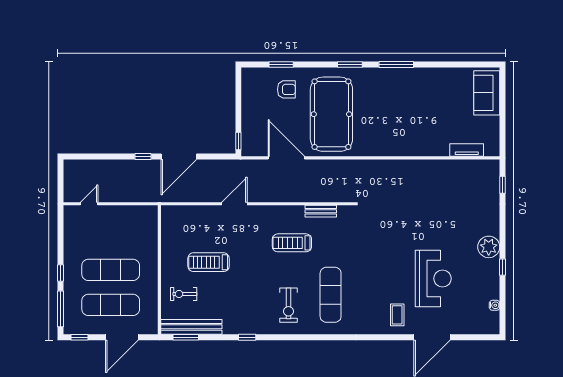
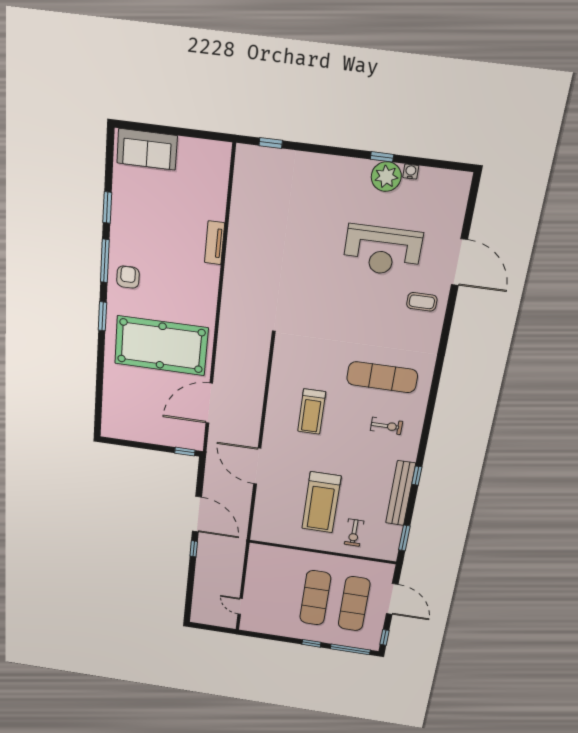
window: (281, 65) -> (107, 208), moved
armchair: (286, 89) -> (128, 277), moved
tv unit: (467, 150) -> (215, 243), moved
door: (234, 204) -> (257, 466), width x1.36
bench: (321, 211) -> (278, 374), removed
plant: (489, 247) -> (386, 177), moved
treadmill: (209, 262) -> (321, 502), width x1.37, depth x1.38
reception desk: (433, 279) -> (382, 251), turned 180
exercise bike: (288, 305) -> (386, 426), width x0.73, depth x0.72
water cooler: (495, 305) -> (411, 172), moved
bench: (191, 327) -> (401, 493), moved

